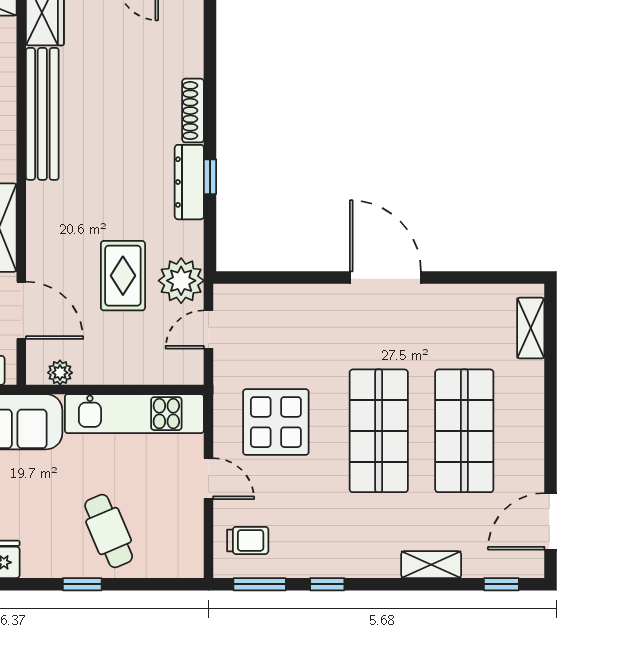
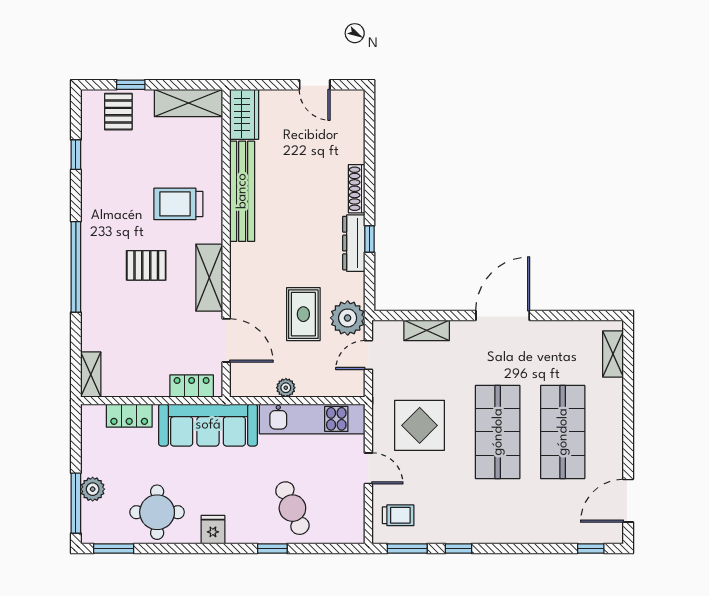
door: (385, 277) -> (503, 315), hinge flipped
plant: (60, 373) -> (286, 388), moved
shelving: (431, 565) -> (427, 330), moved

